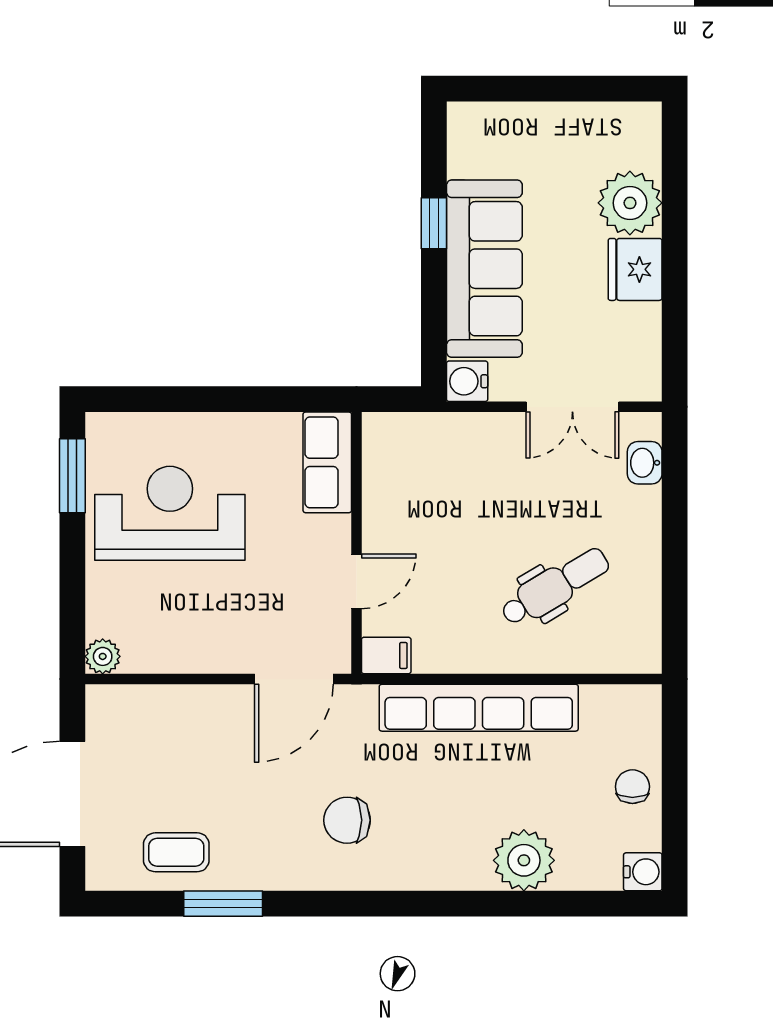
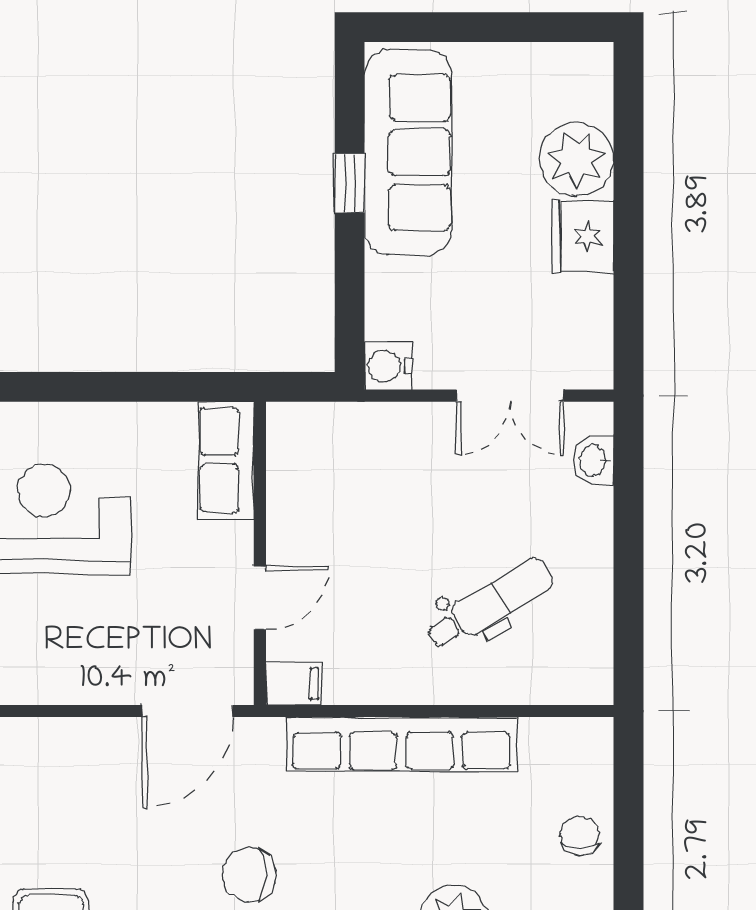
sofa: (484, 269) -> (408, 153), moved

